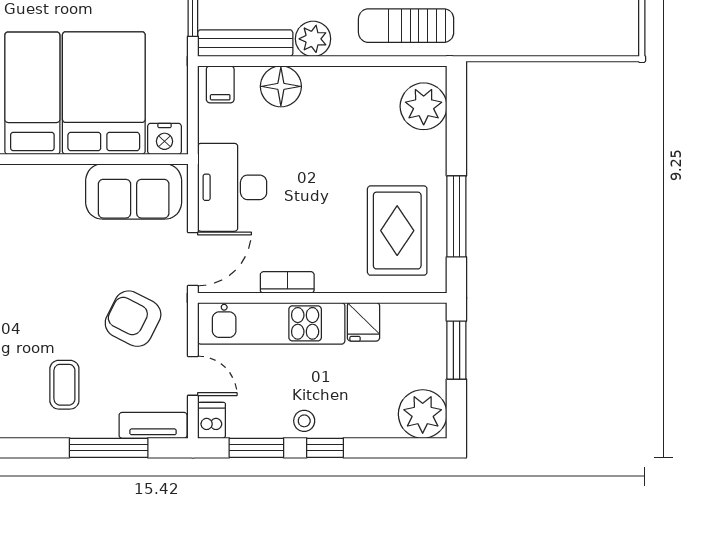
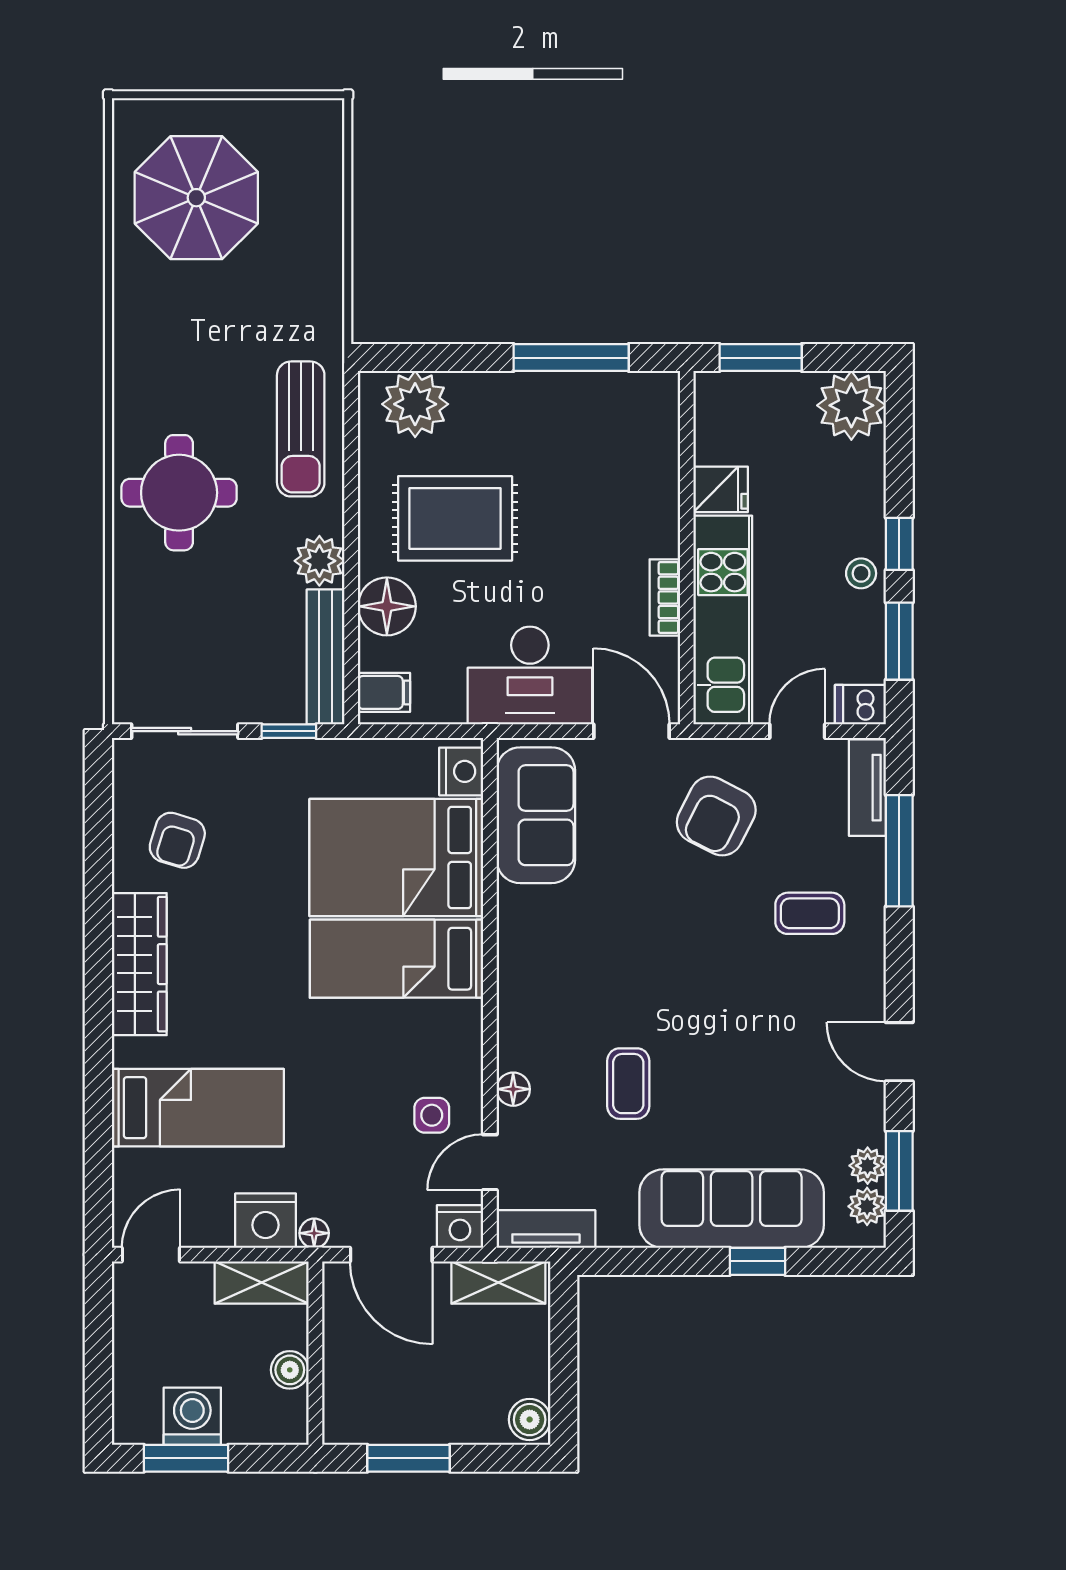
rug: (397, 231) -> (455, 518), moved

